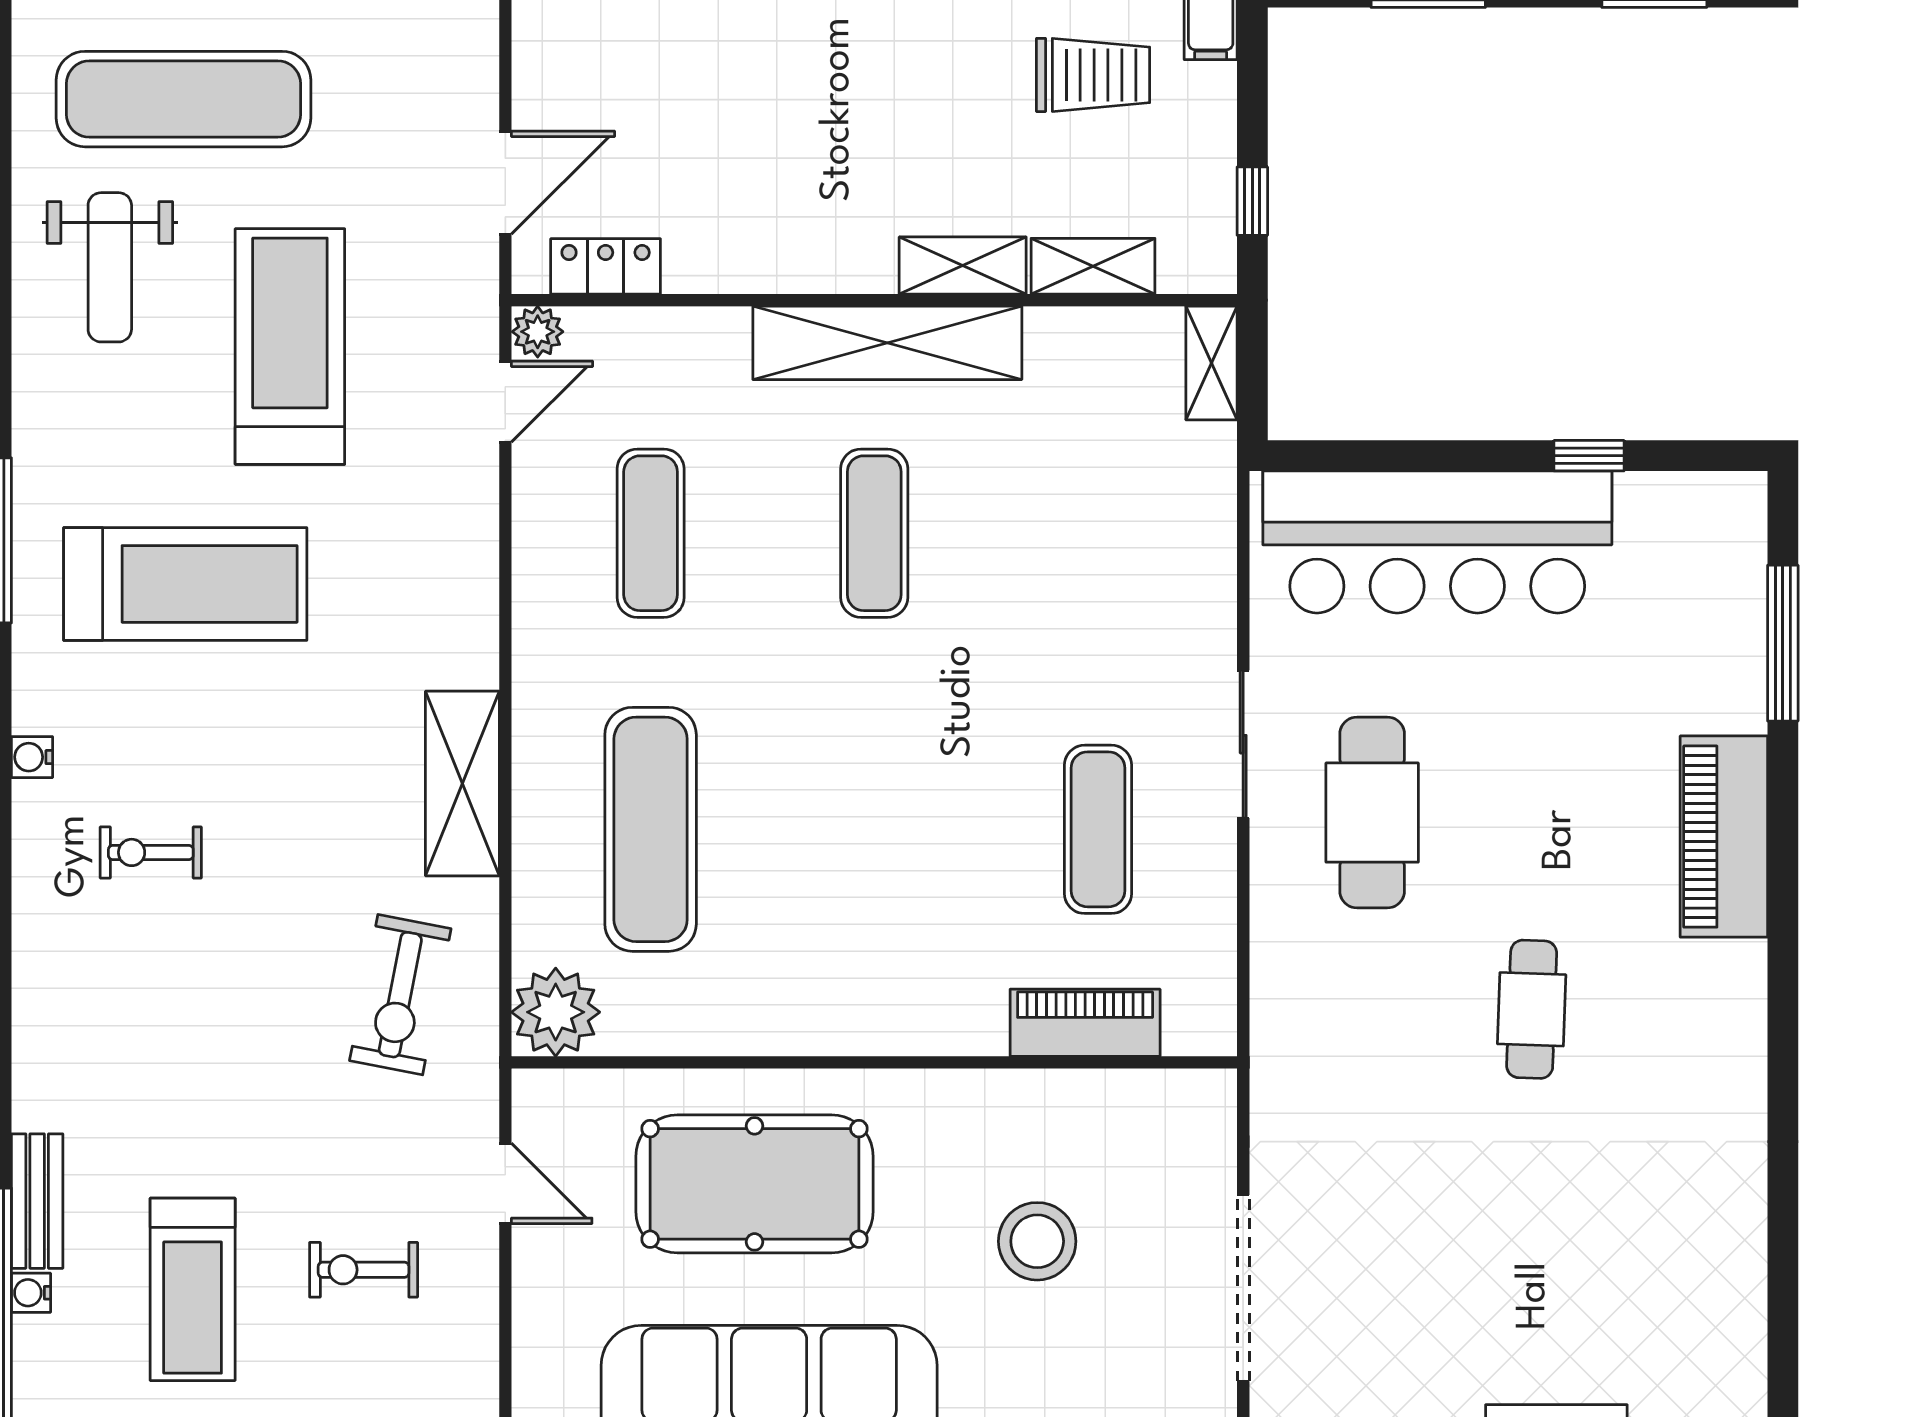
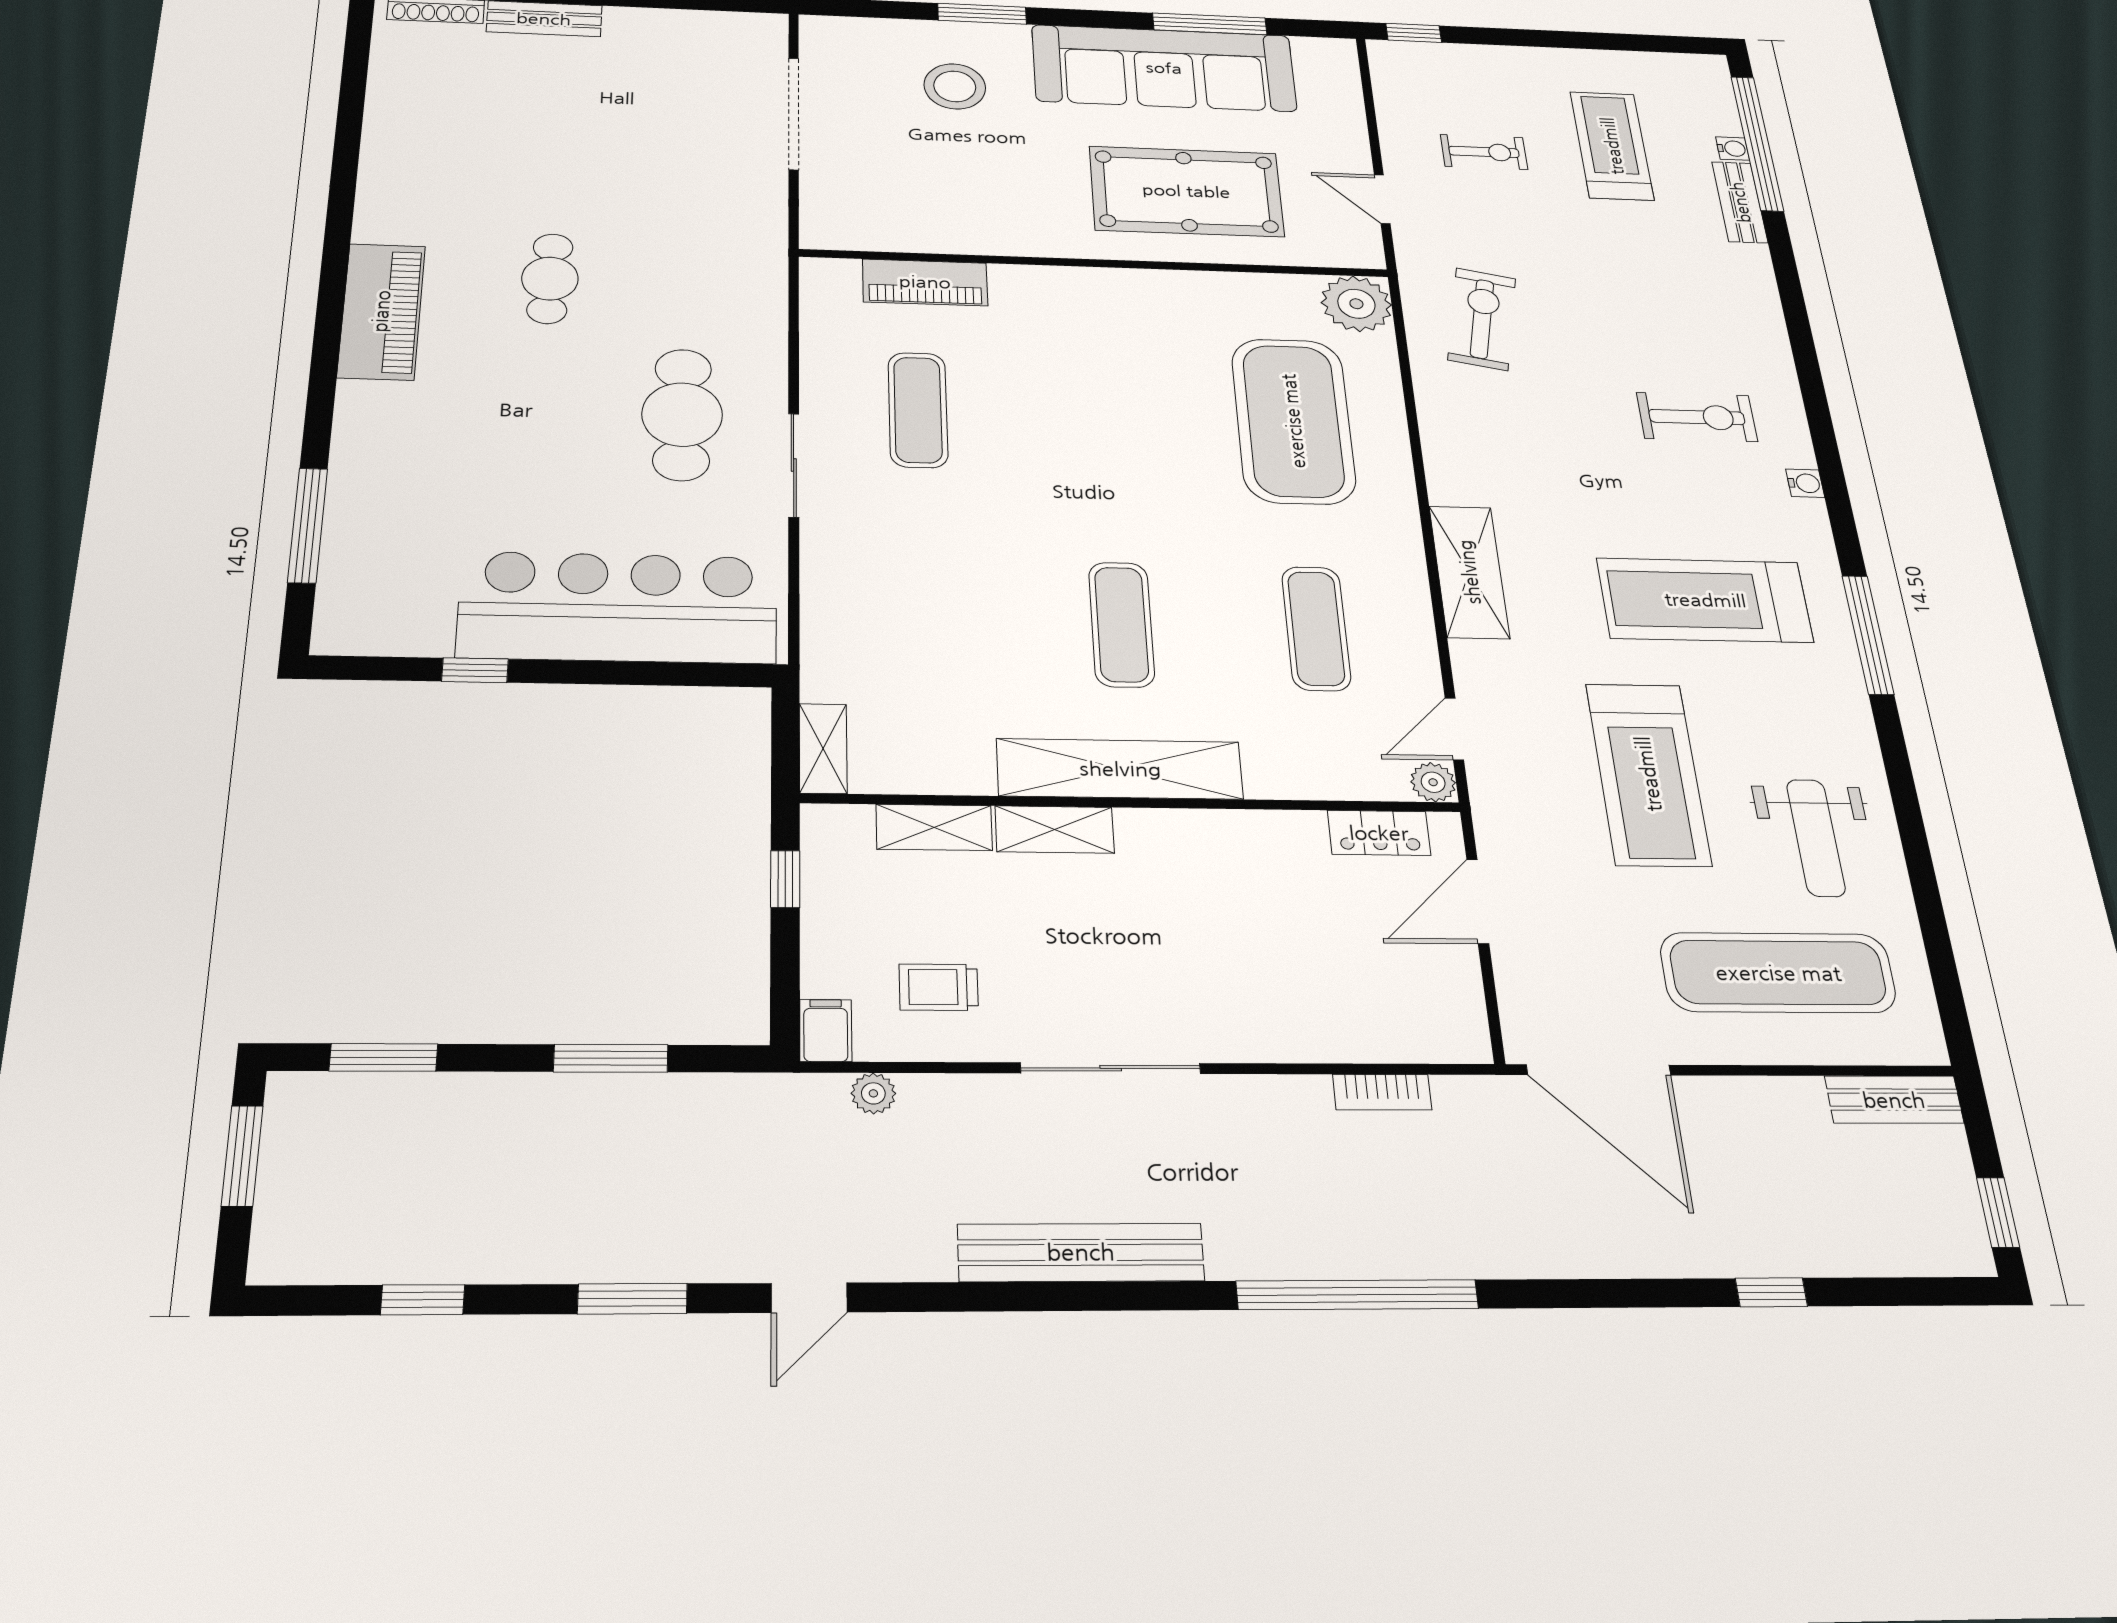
trolley: (1093, 75) -> (939, 987), width x0.73, depth x0.72
weight bench: (110, 267) -> (1816, 838), turned 180
shelving: (462, 784) -> (1469, 572), moved
exercise mat: (651, 829) -> (1293, 421), width x1.47
piano: (1724, 837) -> (381, 311), moved
exercise bike: (151, 852) -> (1697, 417), width x1.38, depth x1.39
stool: (1037, 1241) -> (955, 86), moved

